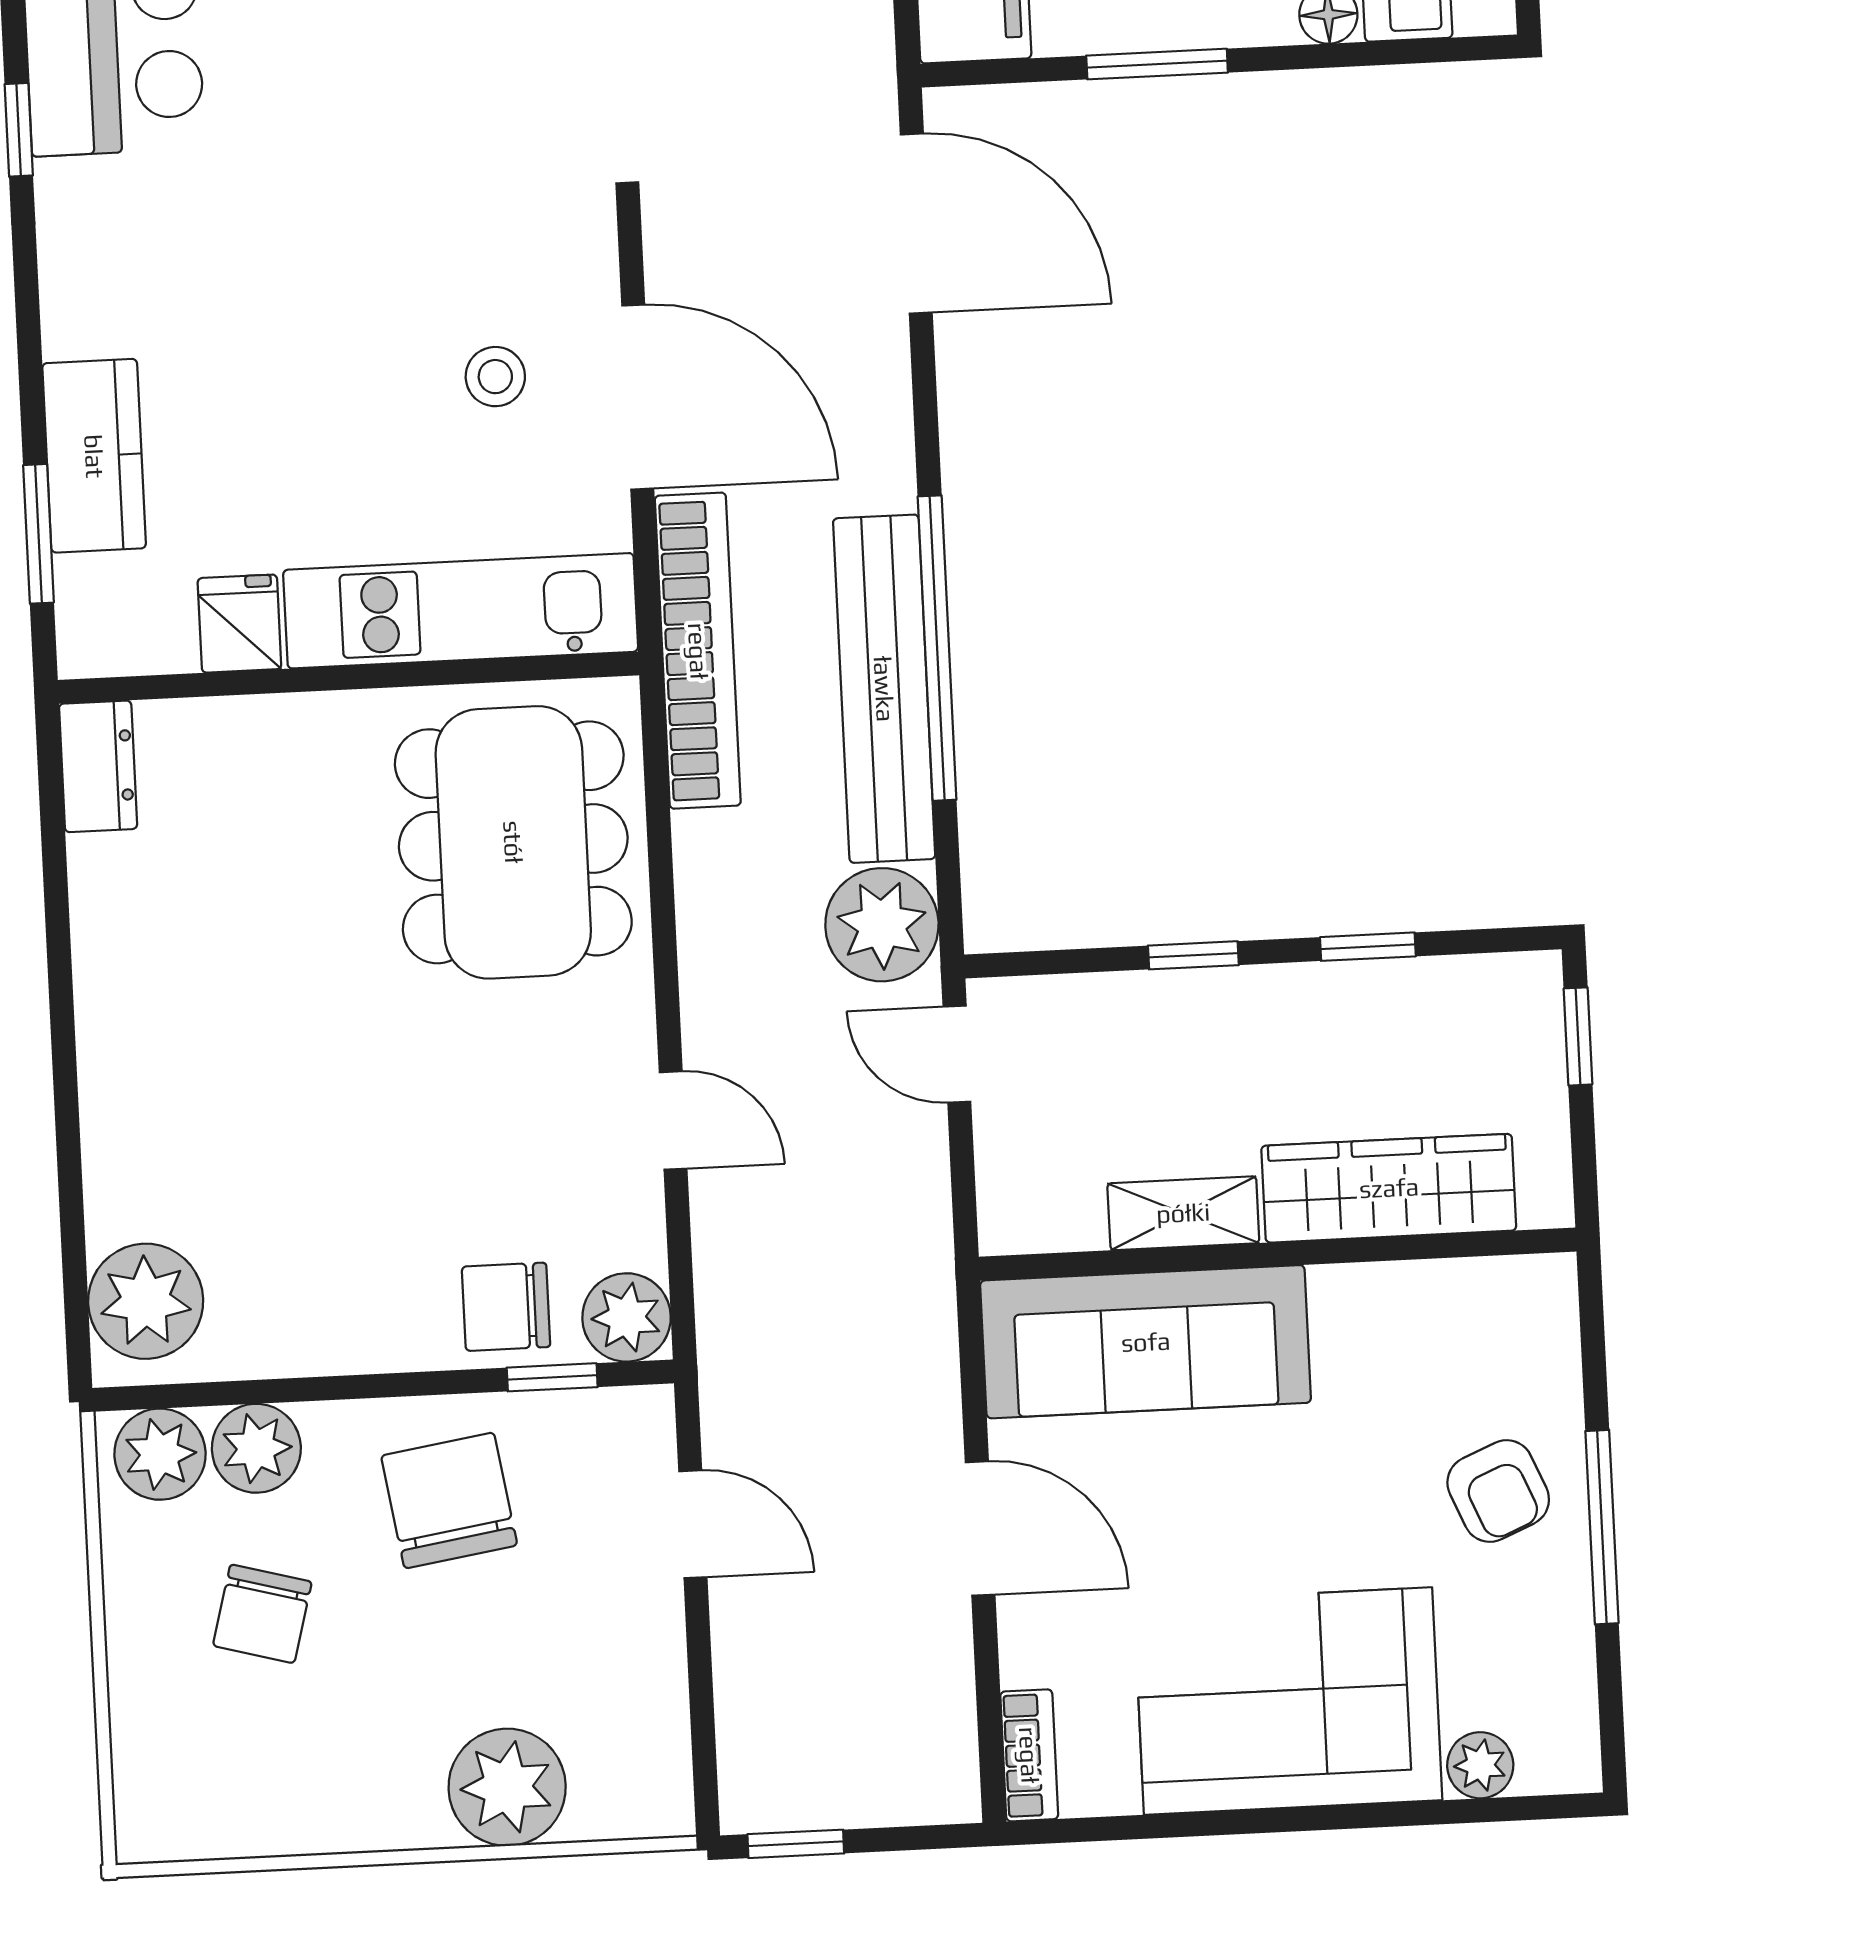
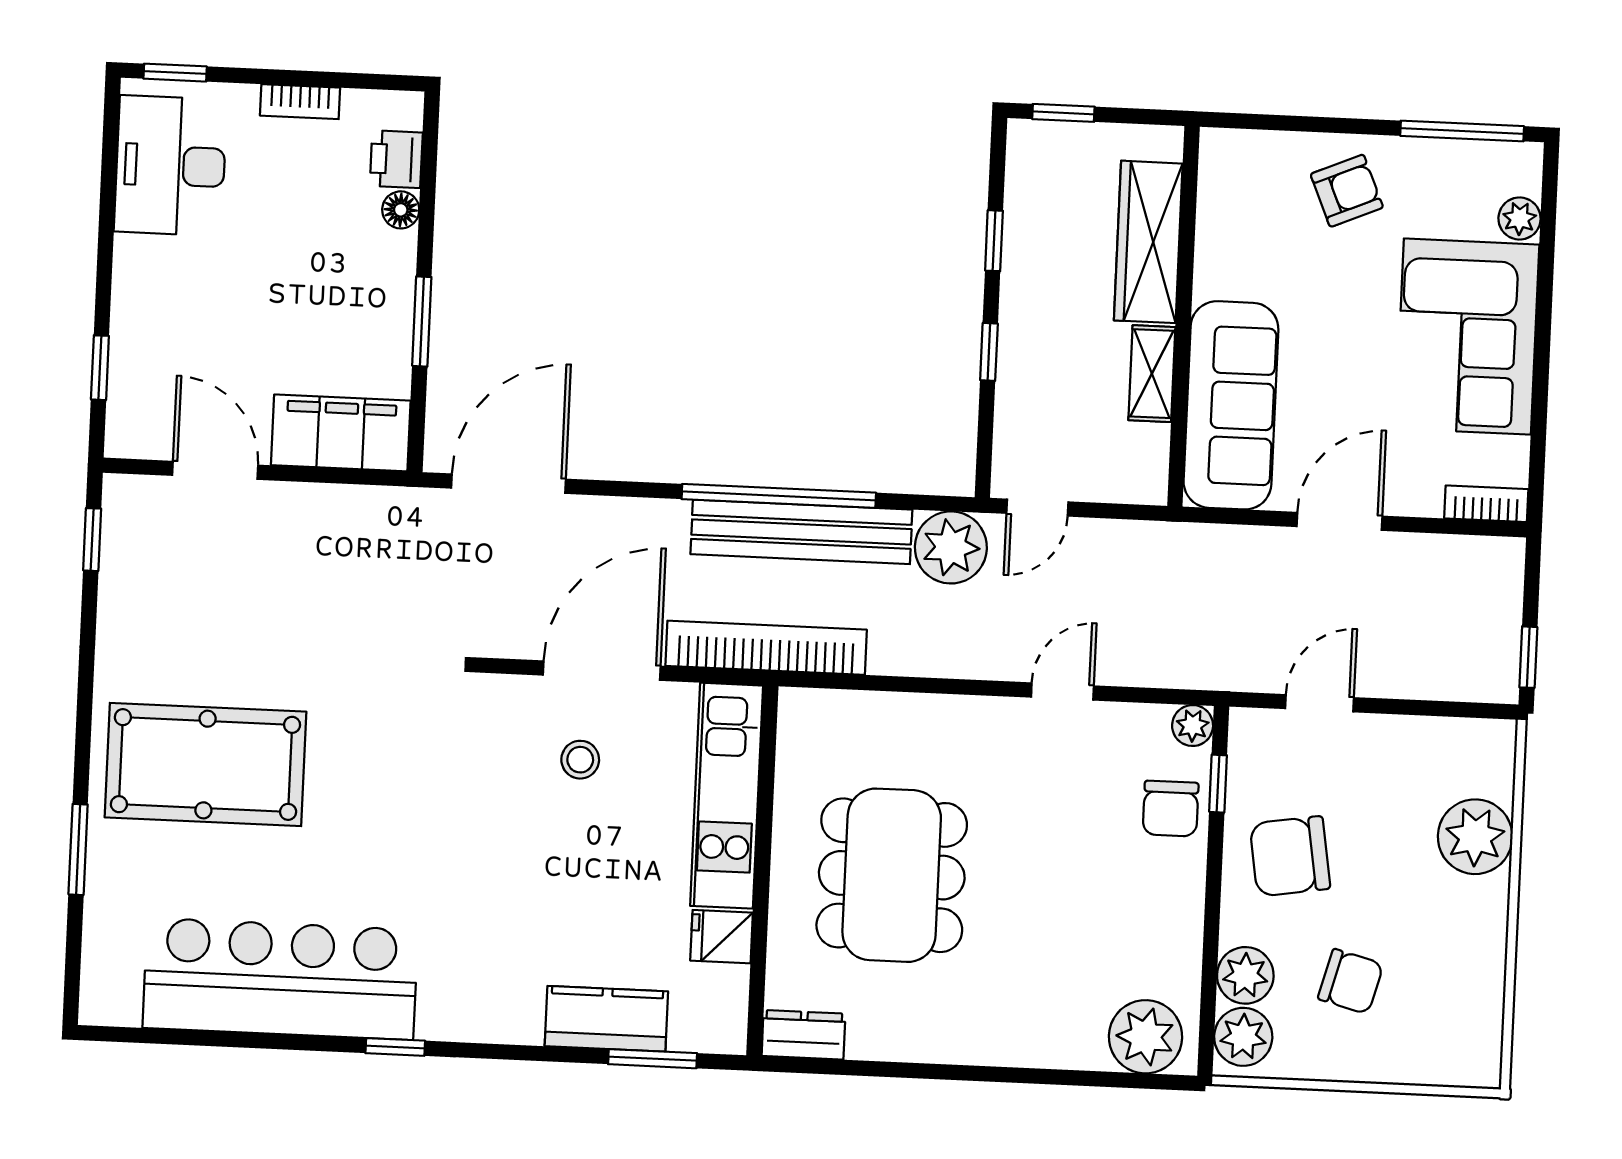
dining table: (513, 842) -> (892, 875), moved, turned 90
plant: (627, 1317) -> (1193, 726), width x0.73, depth x0.73
window: (1602, 1527) -> (1462, 131), moved

